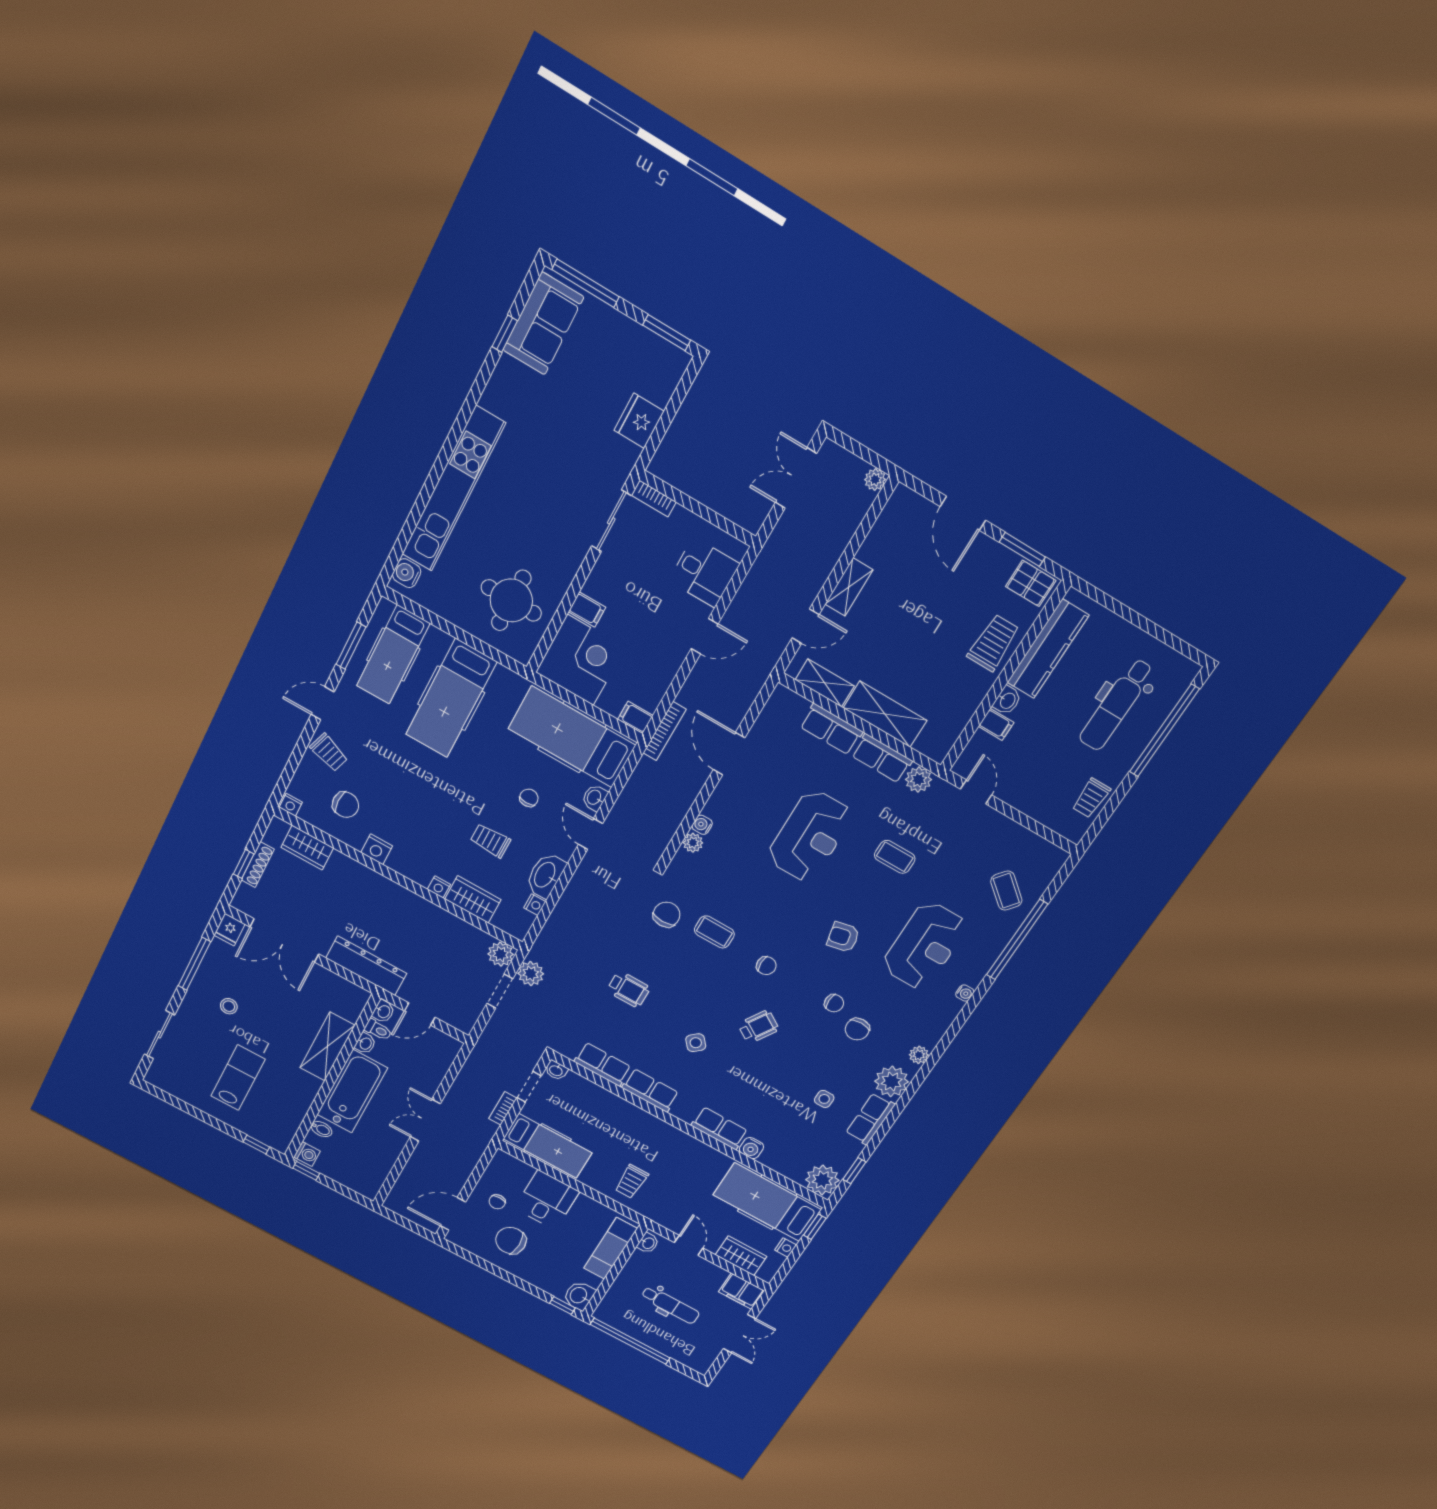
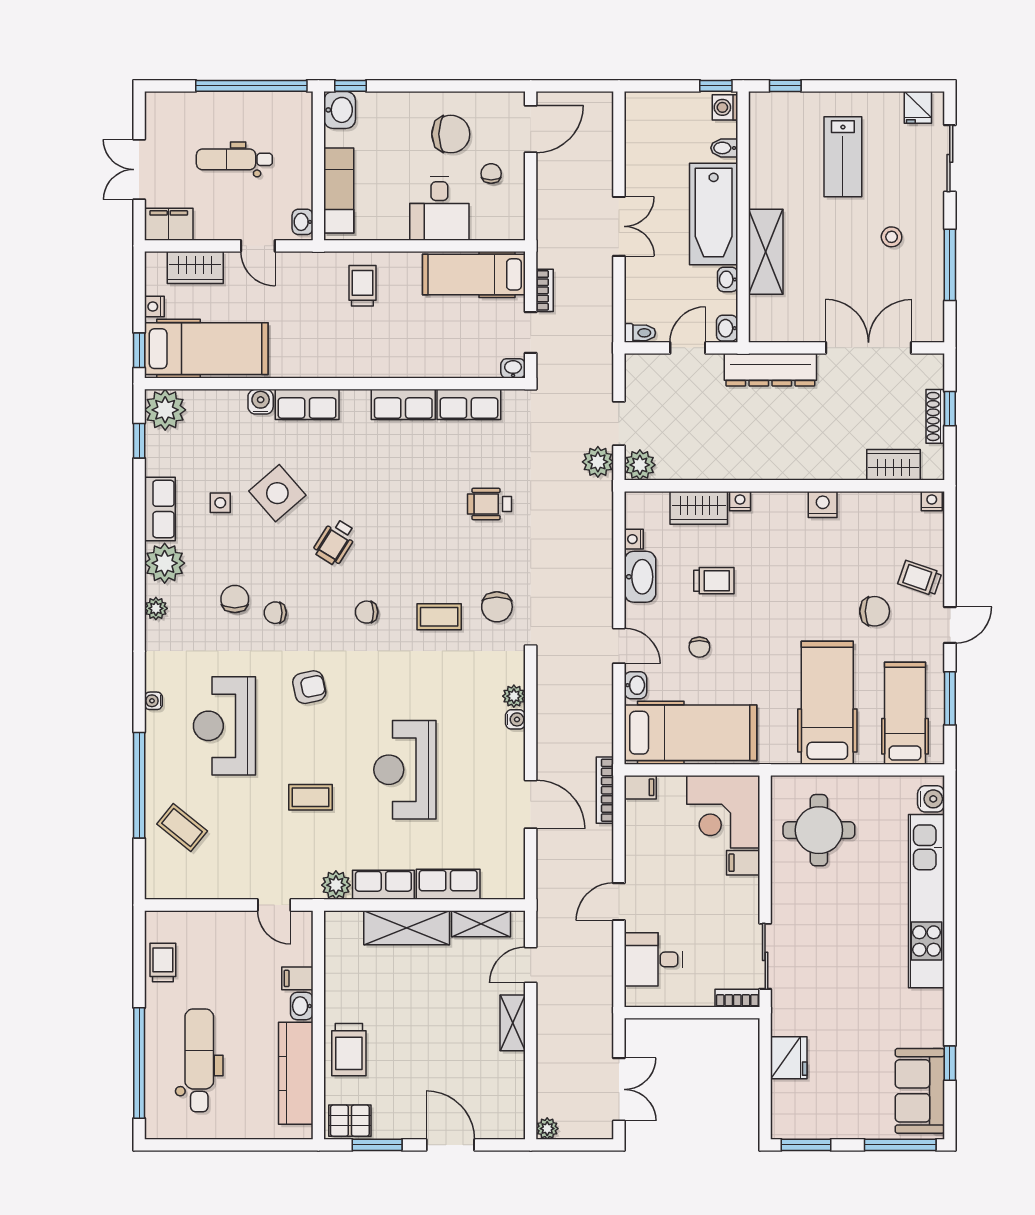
chair: (346, 805) -> (875, 611), moved, turned 180
fridge: (229, 930) -> (918, 107), moved, turned 180
toilet: (378, 1030) -> (640, 333), moved, turned 180
side table: (696, 1043) -> (277, 493), moved, width x1.87, depth x1.87

